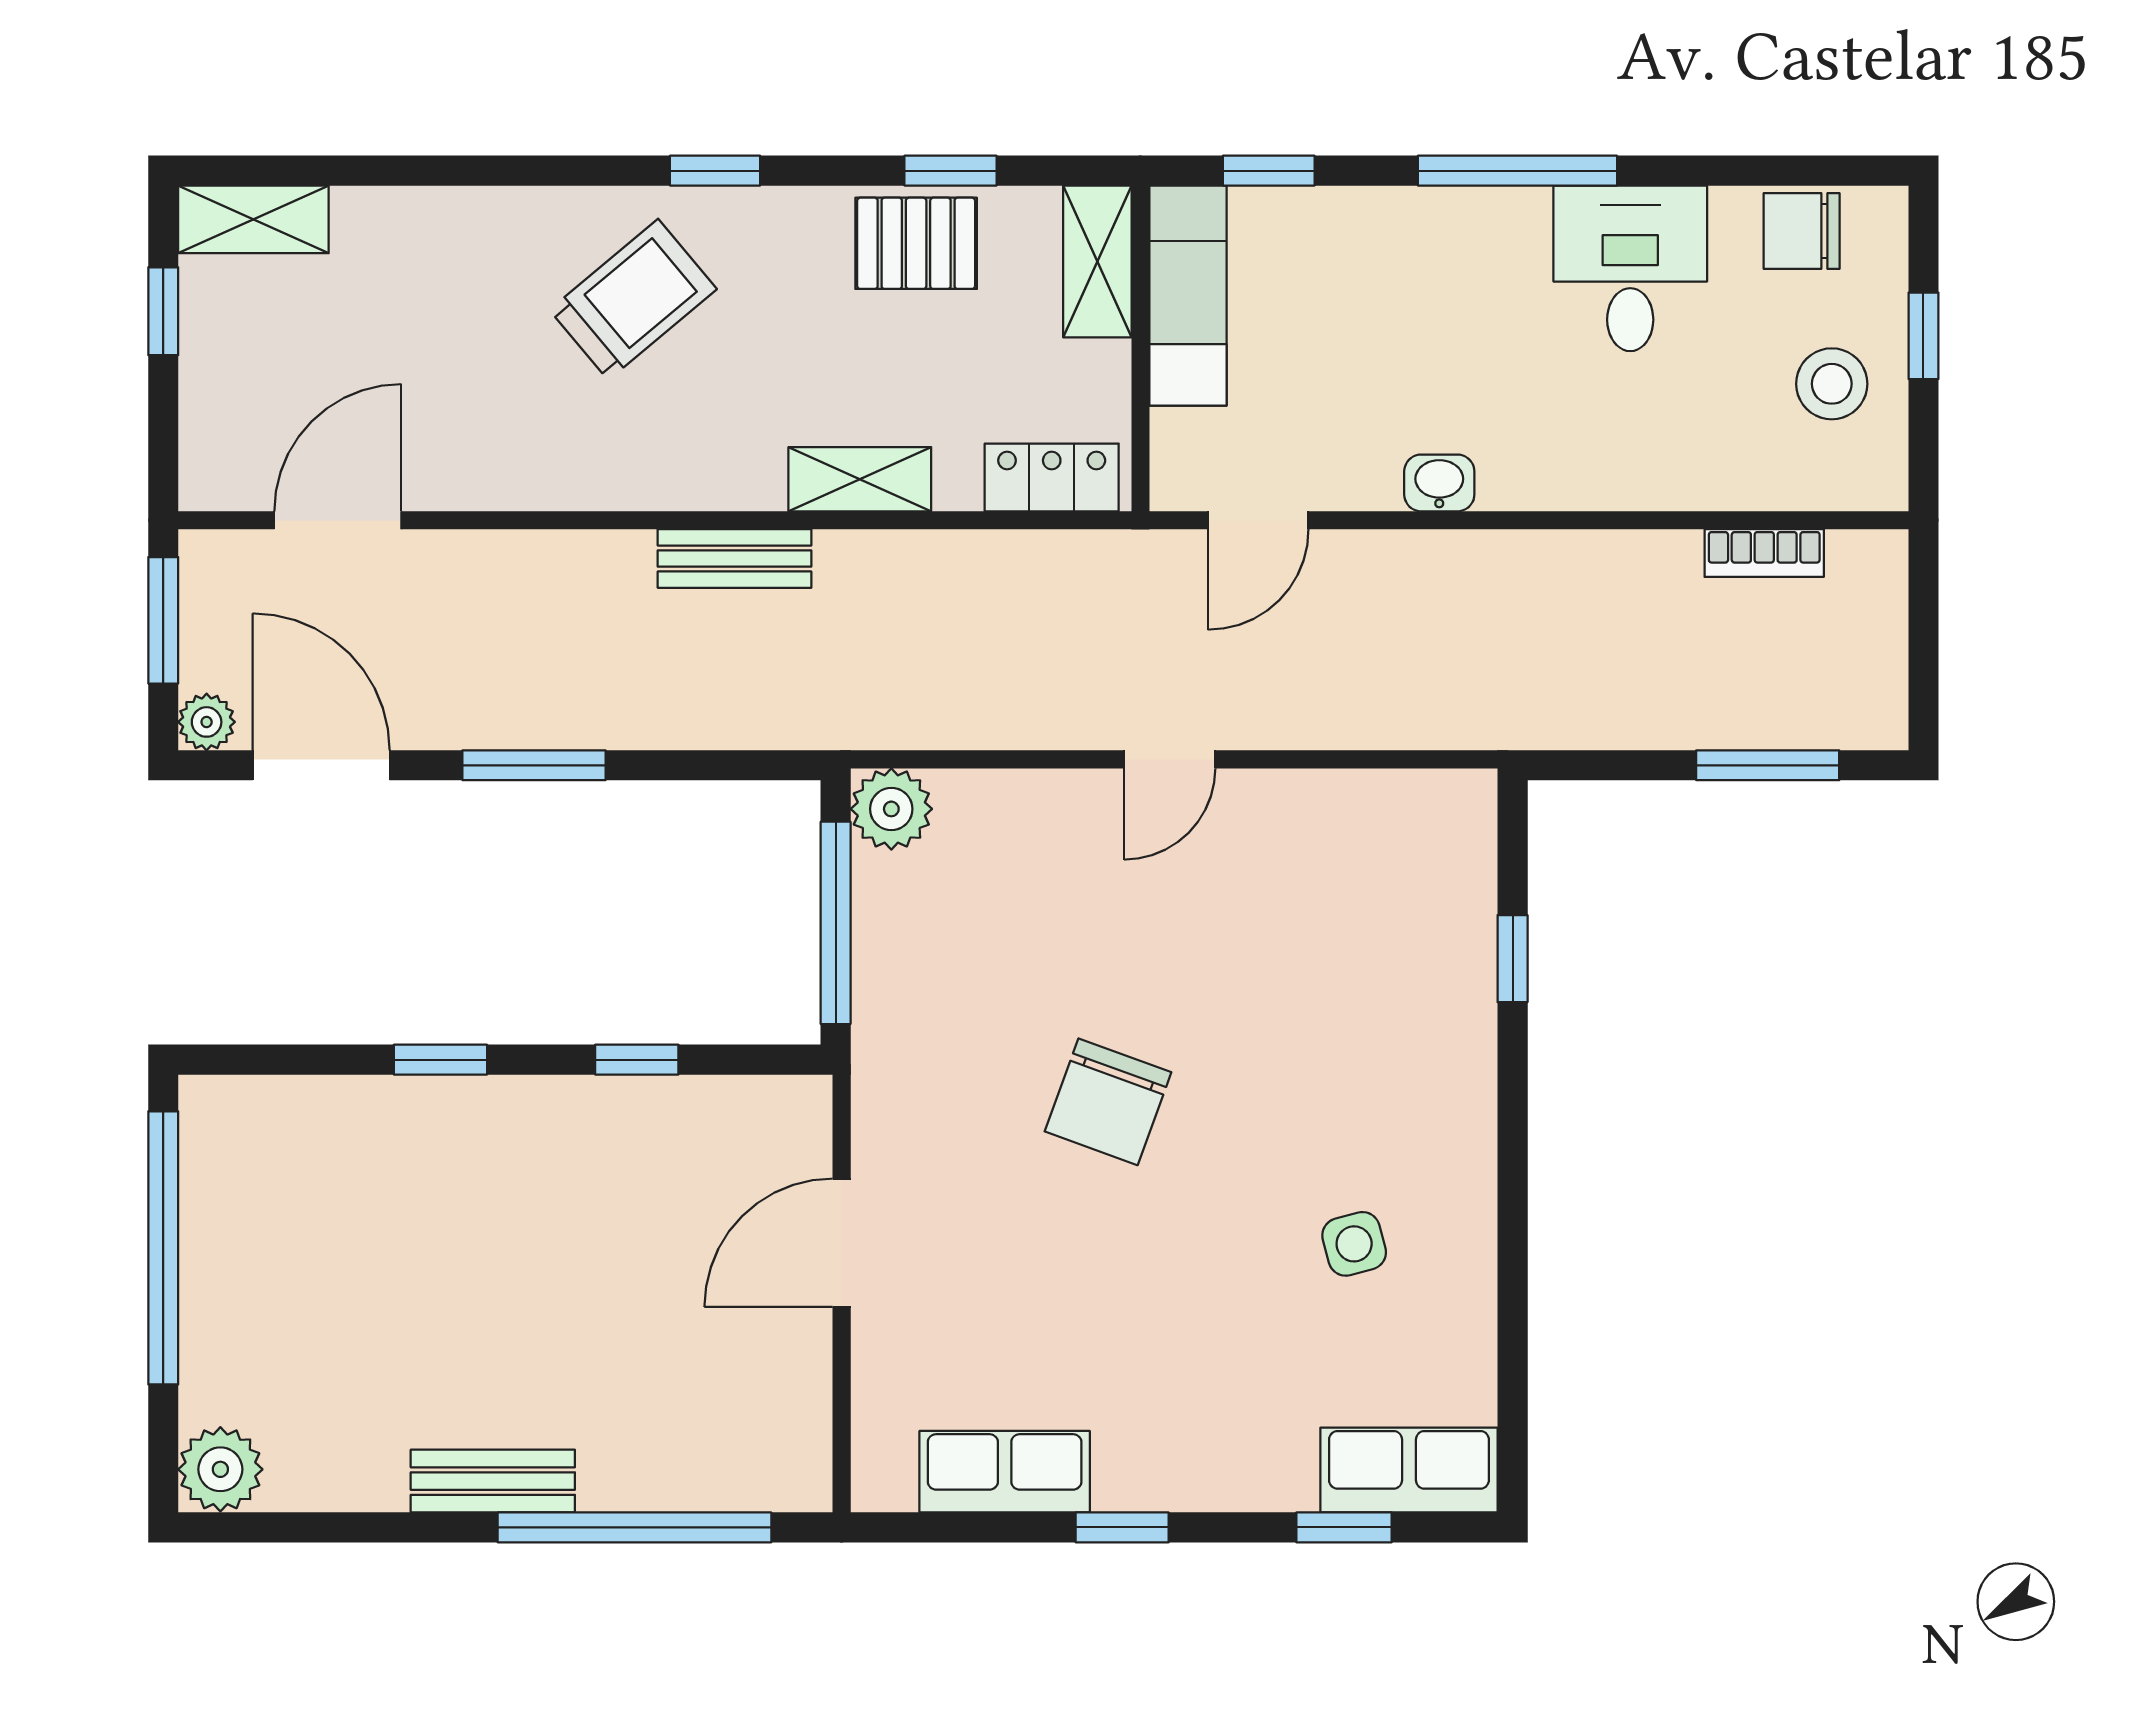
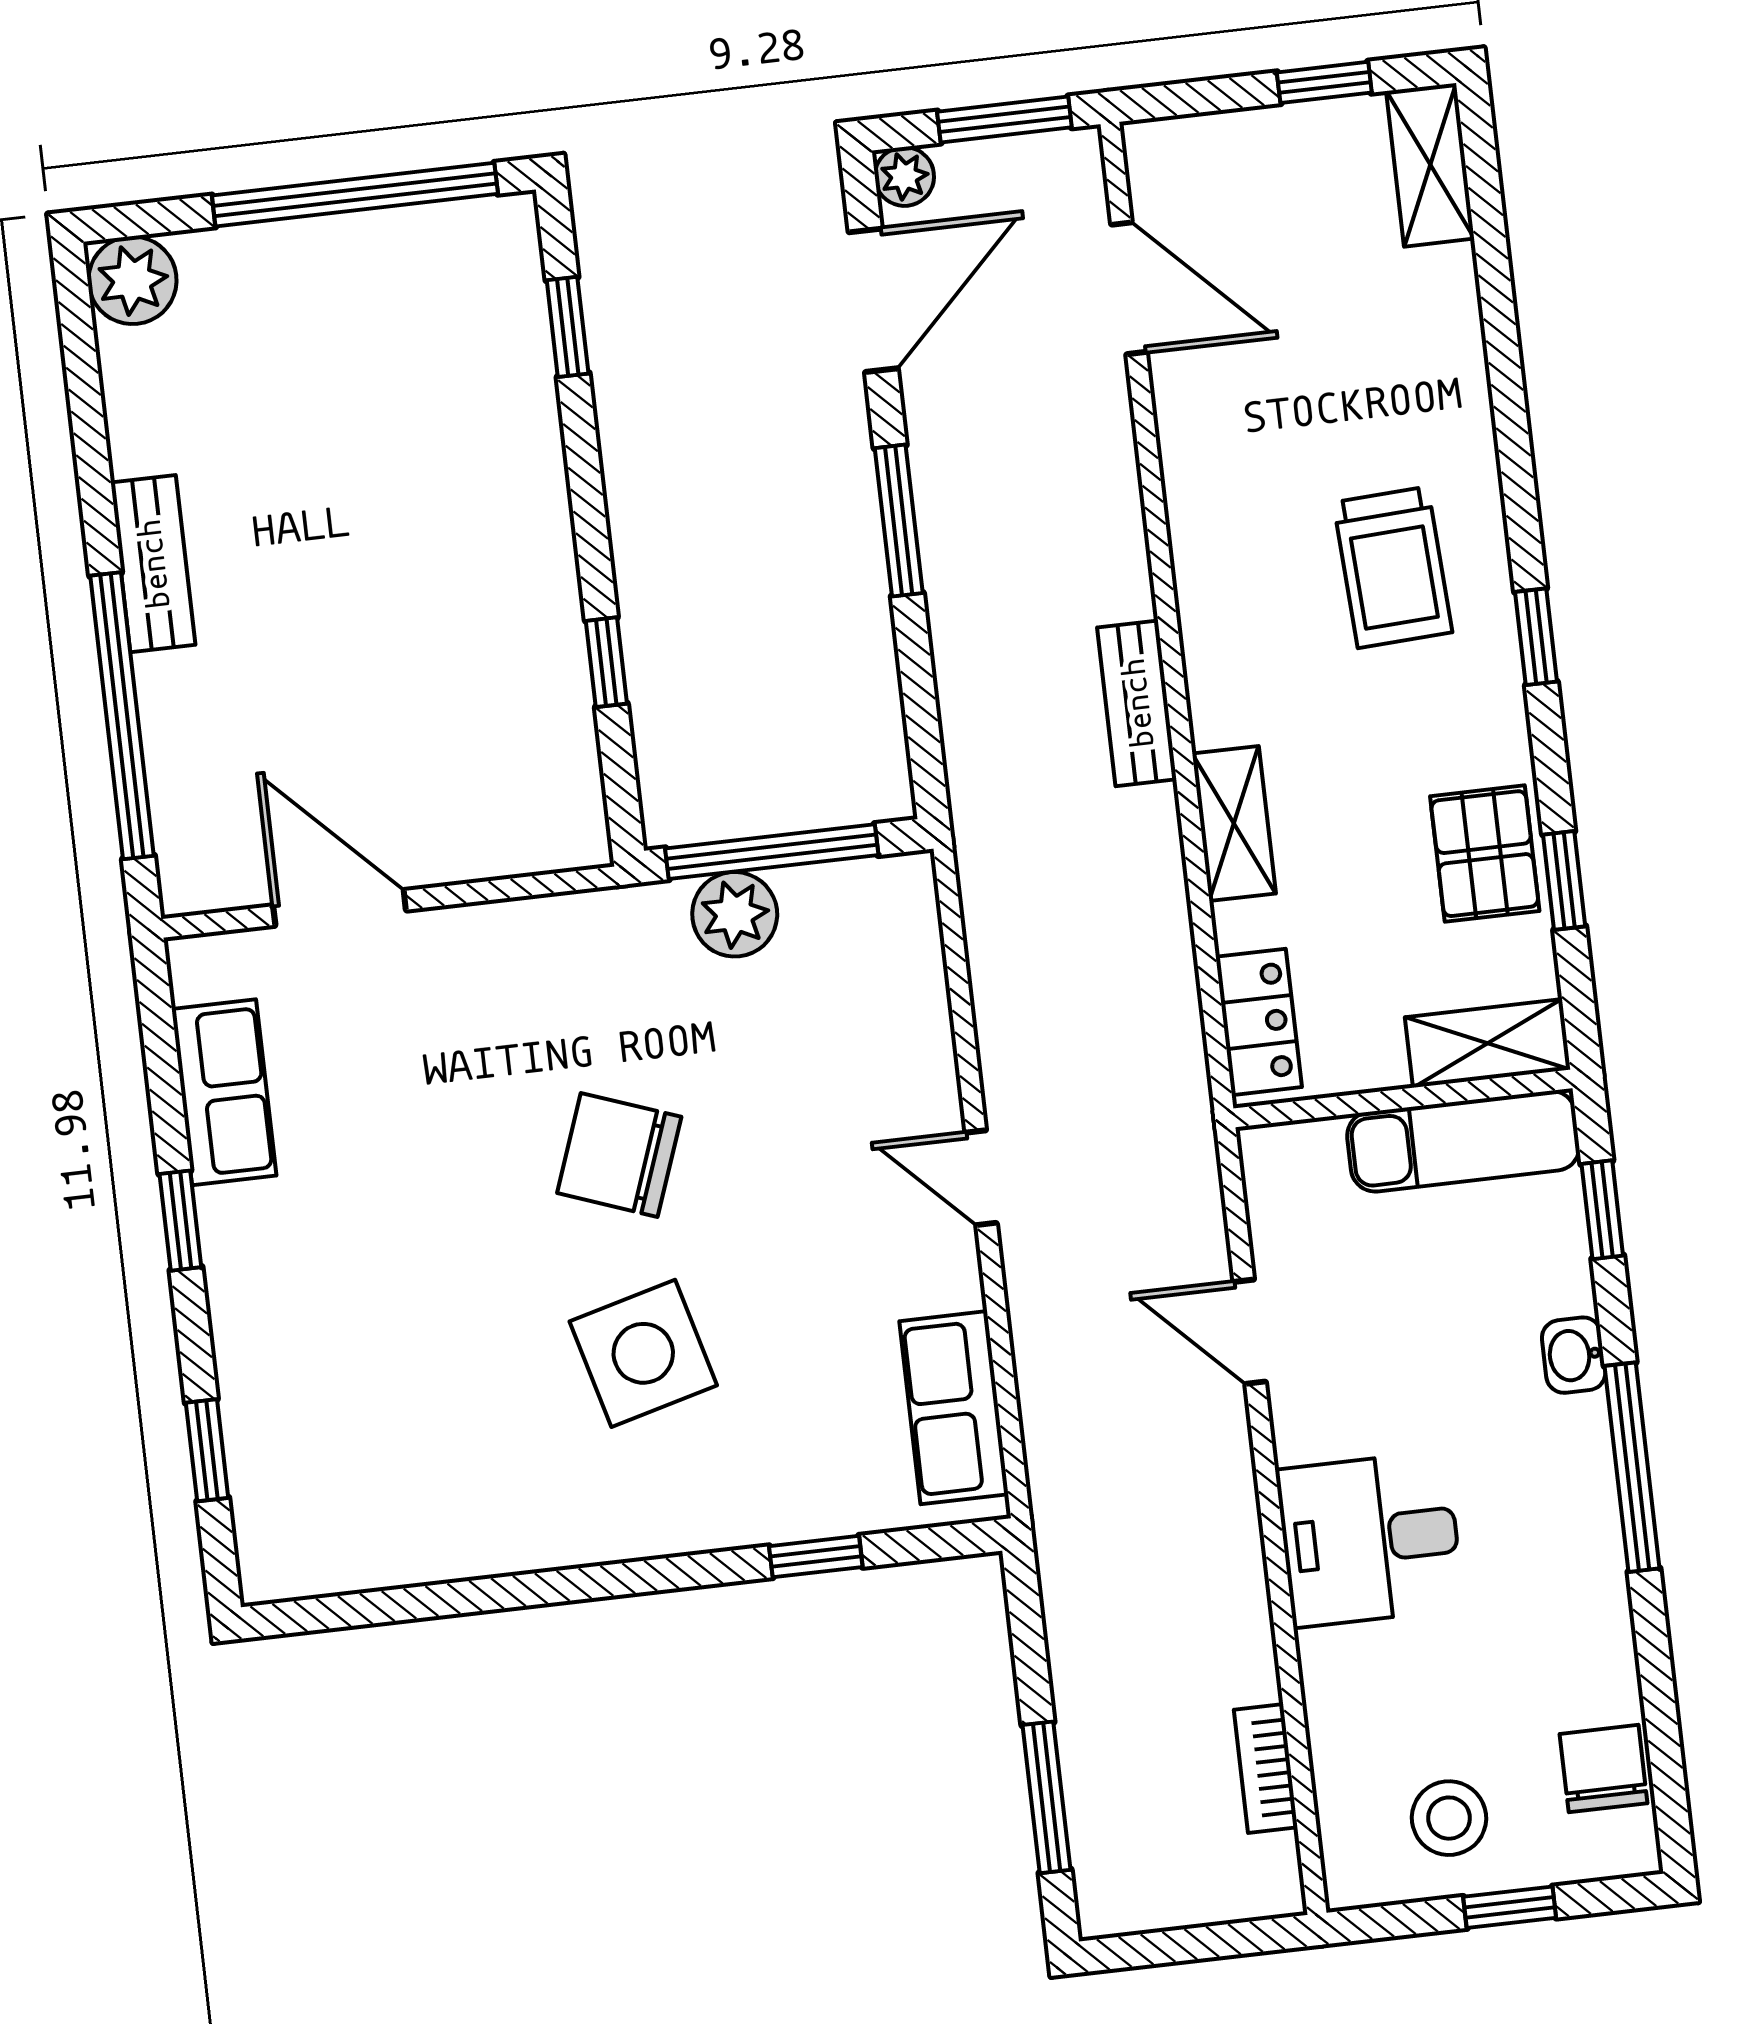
desk: (1630, 268) -> (1370, 1539), moved, turned 180
trolley: (633, 300) -> (1393, 567), turned 37
washbasin: (1439, 483) -> (1574, 1355), moved, turned 180
door: (1258, 520) -> (1250, 1332), moved
plant: (891, 809) -> (735, 914), moved
window: (440, 1060) -> (568, 327), moved
door: (842, 1243) -> (340, 908), moved
side table: (1354, 1244) -> (643, 1353), moved, width x1.87, depth x1.87
row of seats: (1409, 1470) -> (954, 1408), moved, turned 180

